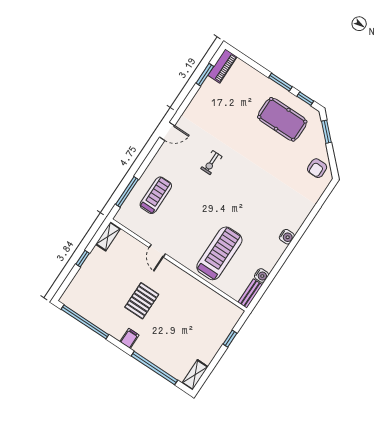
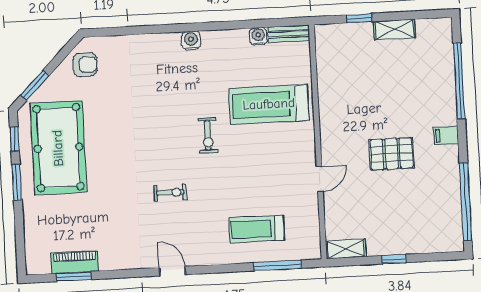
piano: (222, 66) -> (75, 262), moved
pool table: (282, 119) -> (58, 148), width x1.36, depth x1.32
exercise bike: (227, 207) -> (208, 135), added
shelving: (195, 375) -> (394, 29), moved

